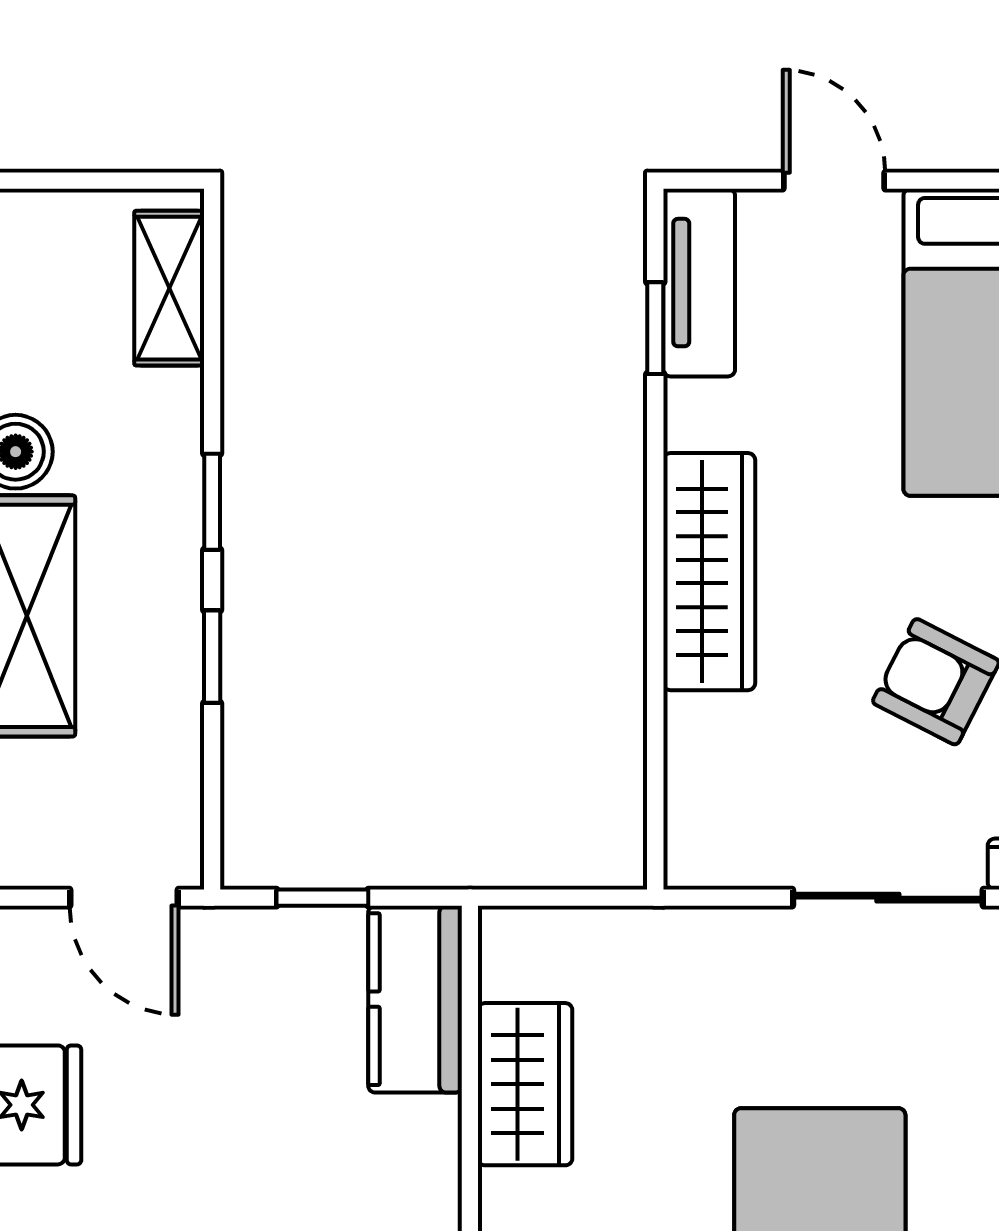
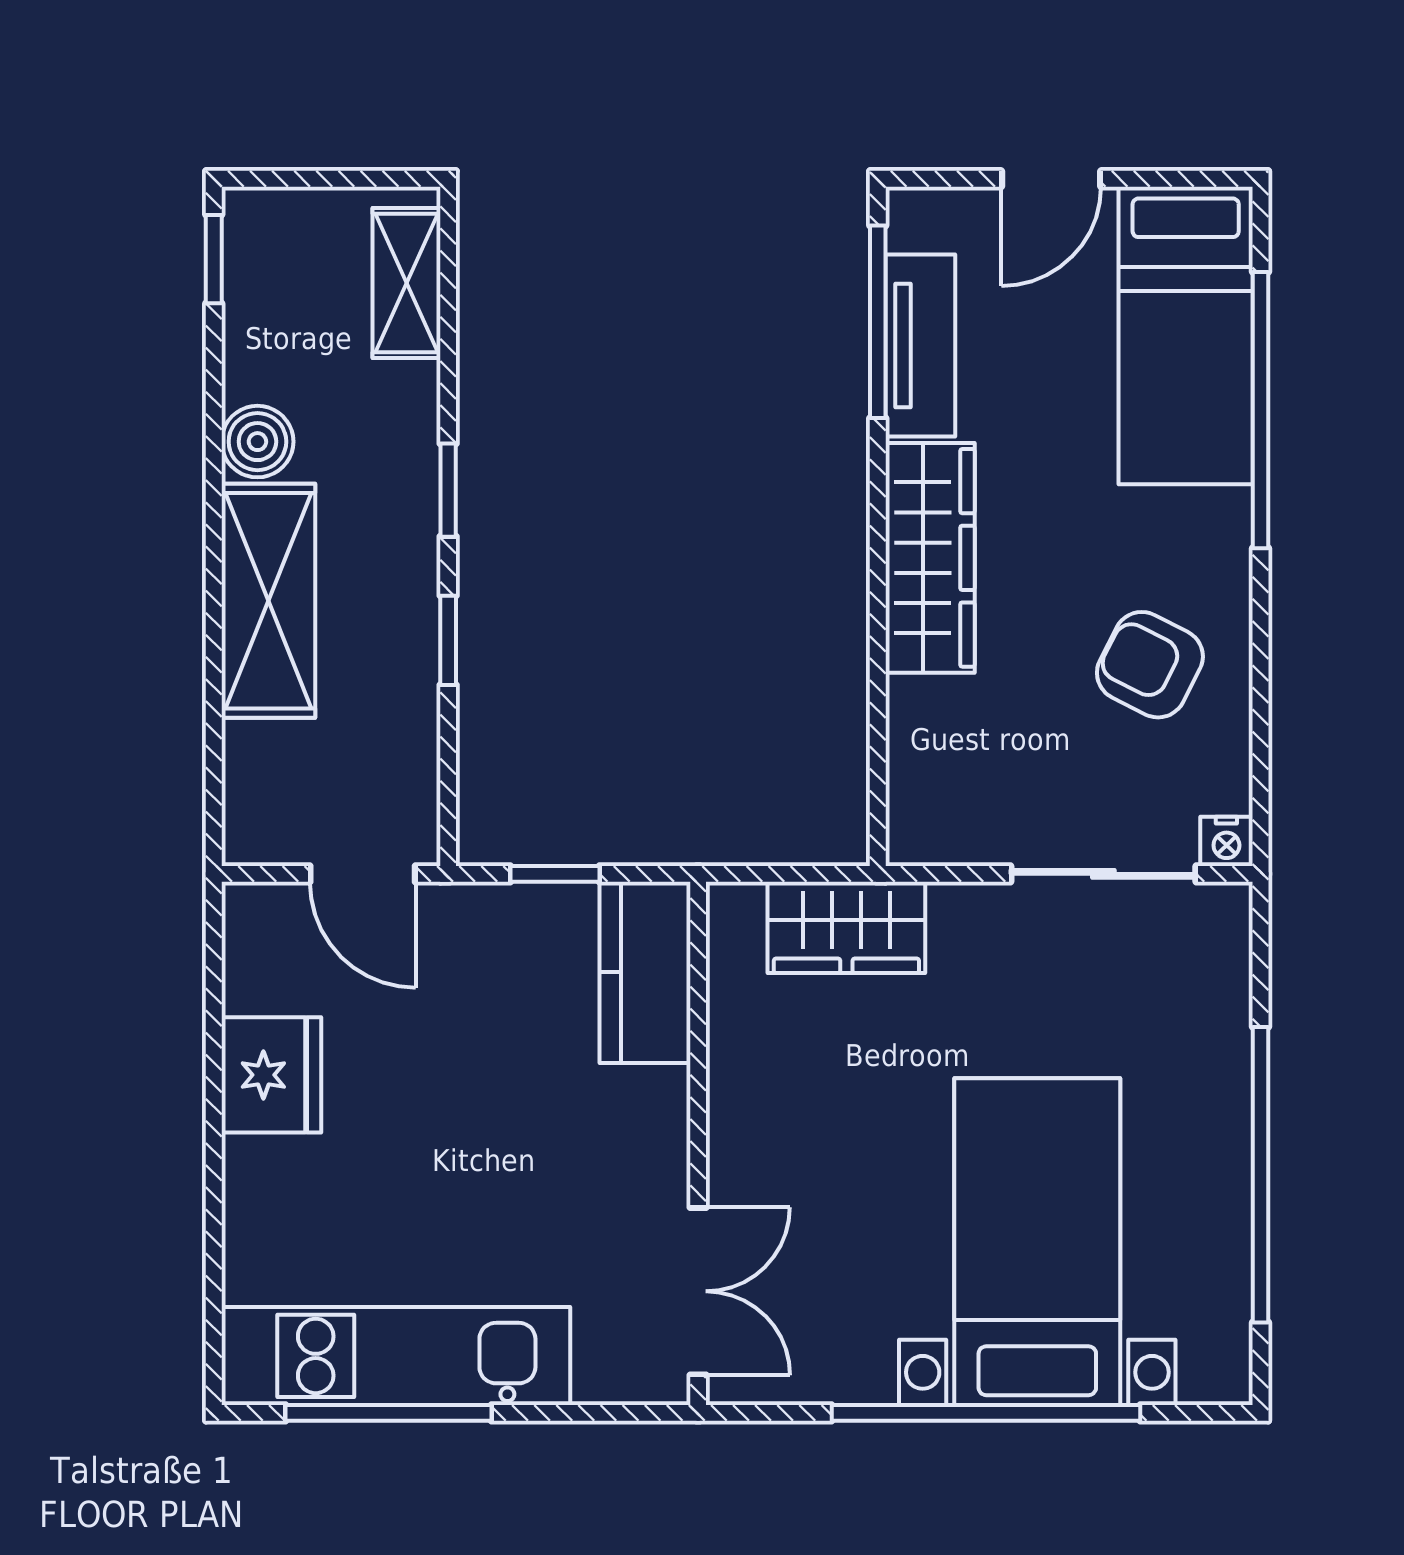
door: (834, 181) -> (1051, 179), swing flipped
tv unit: (699, 283) -> (920, 345), moved
window: (655, 328) -> (878, 322), width x2.17
wardrobe: (525, 1084) -> (846, 927), moved, turned 90

